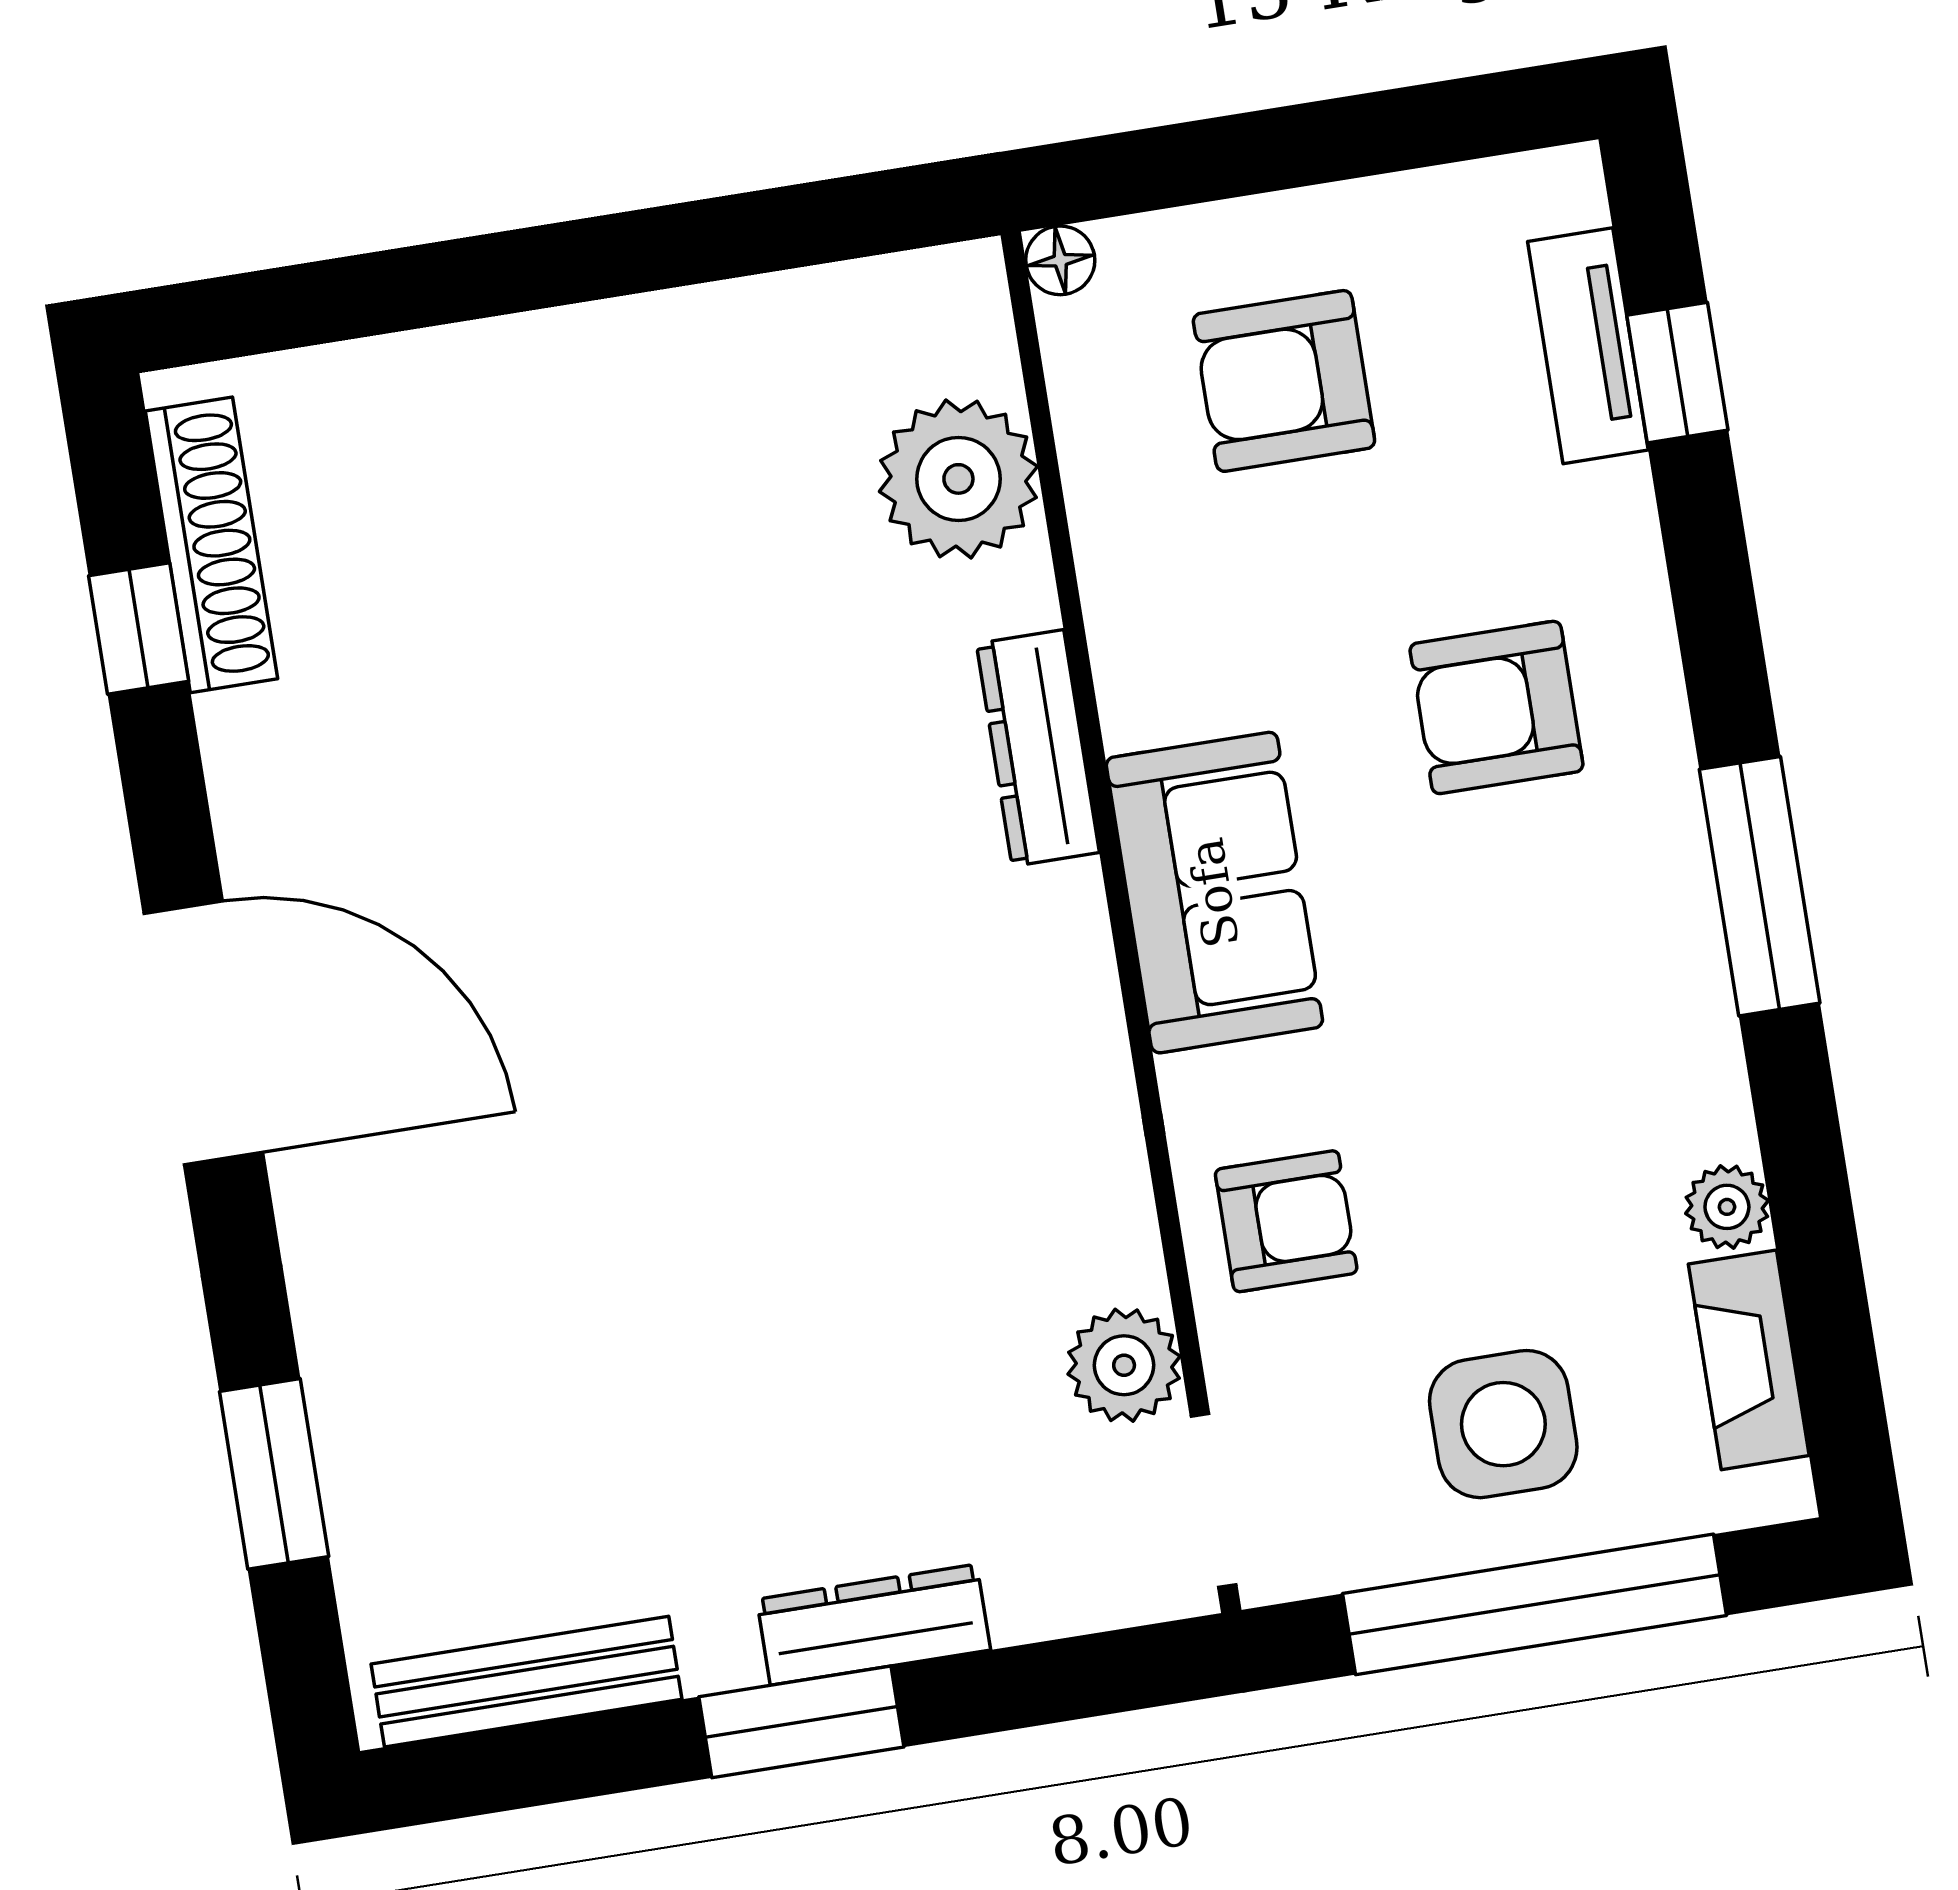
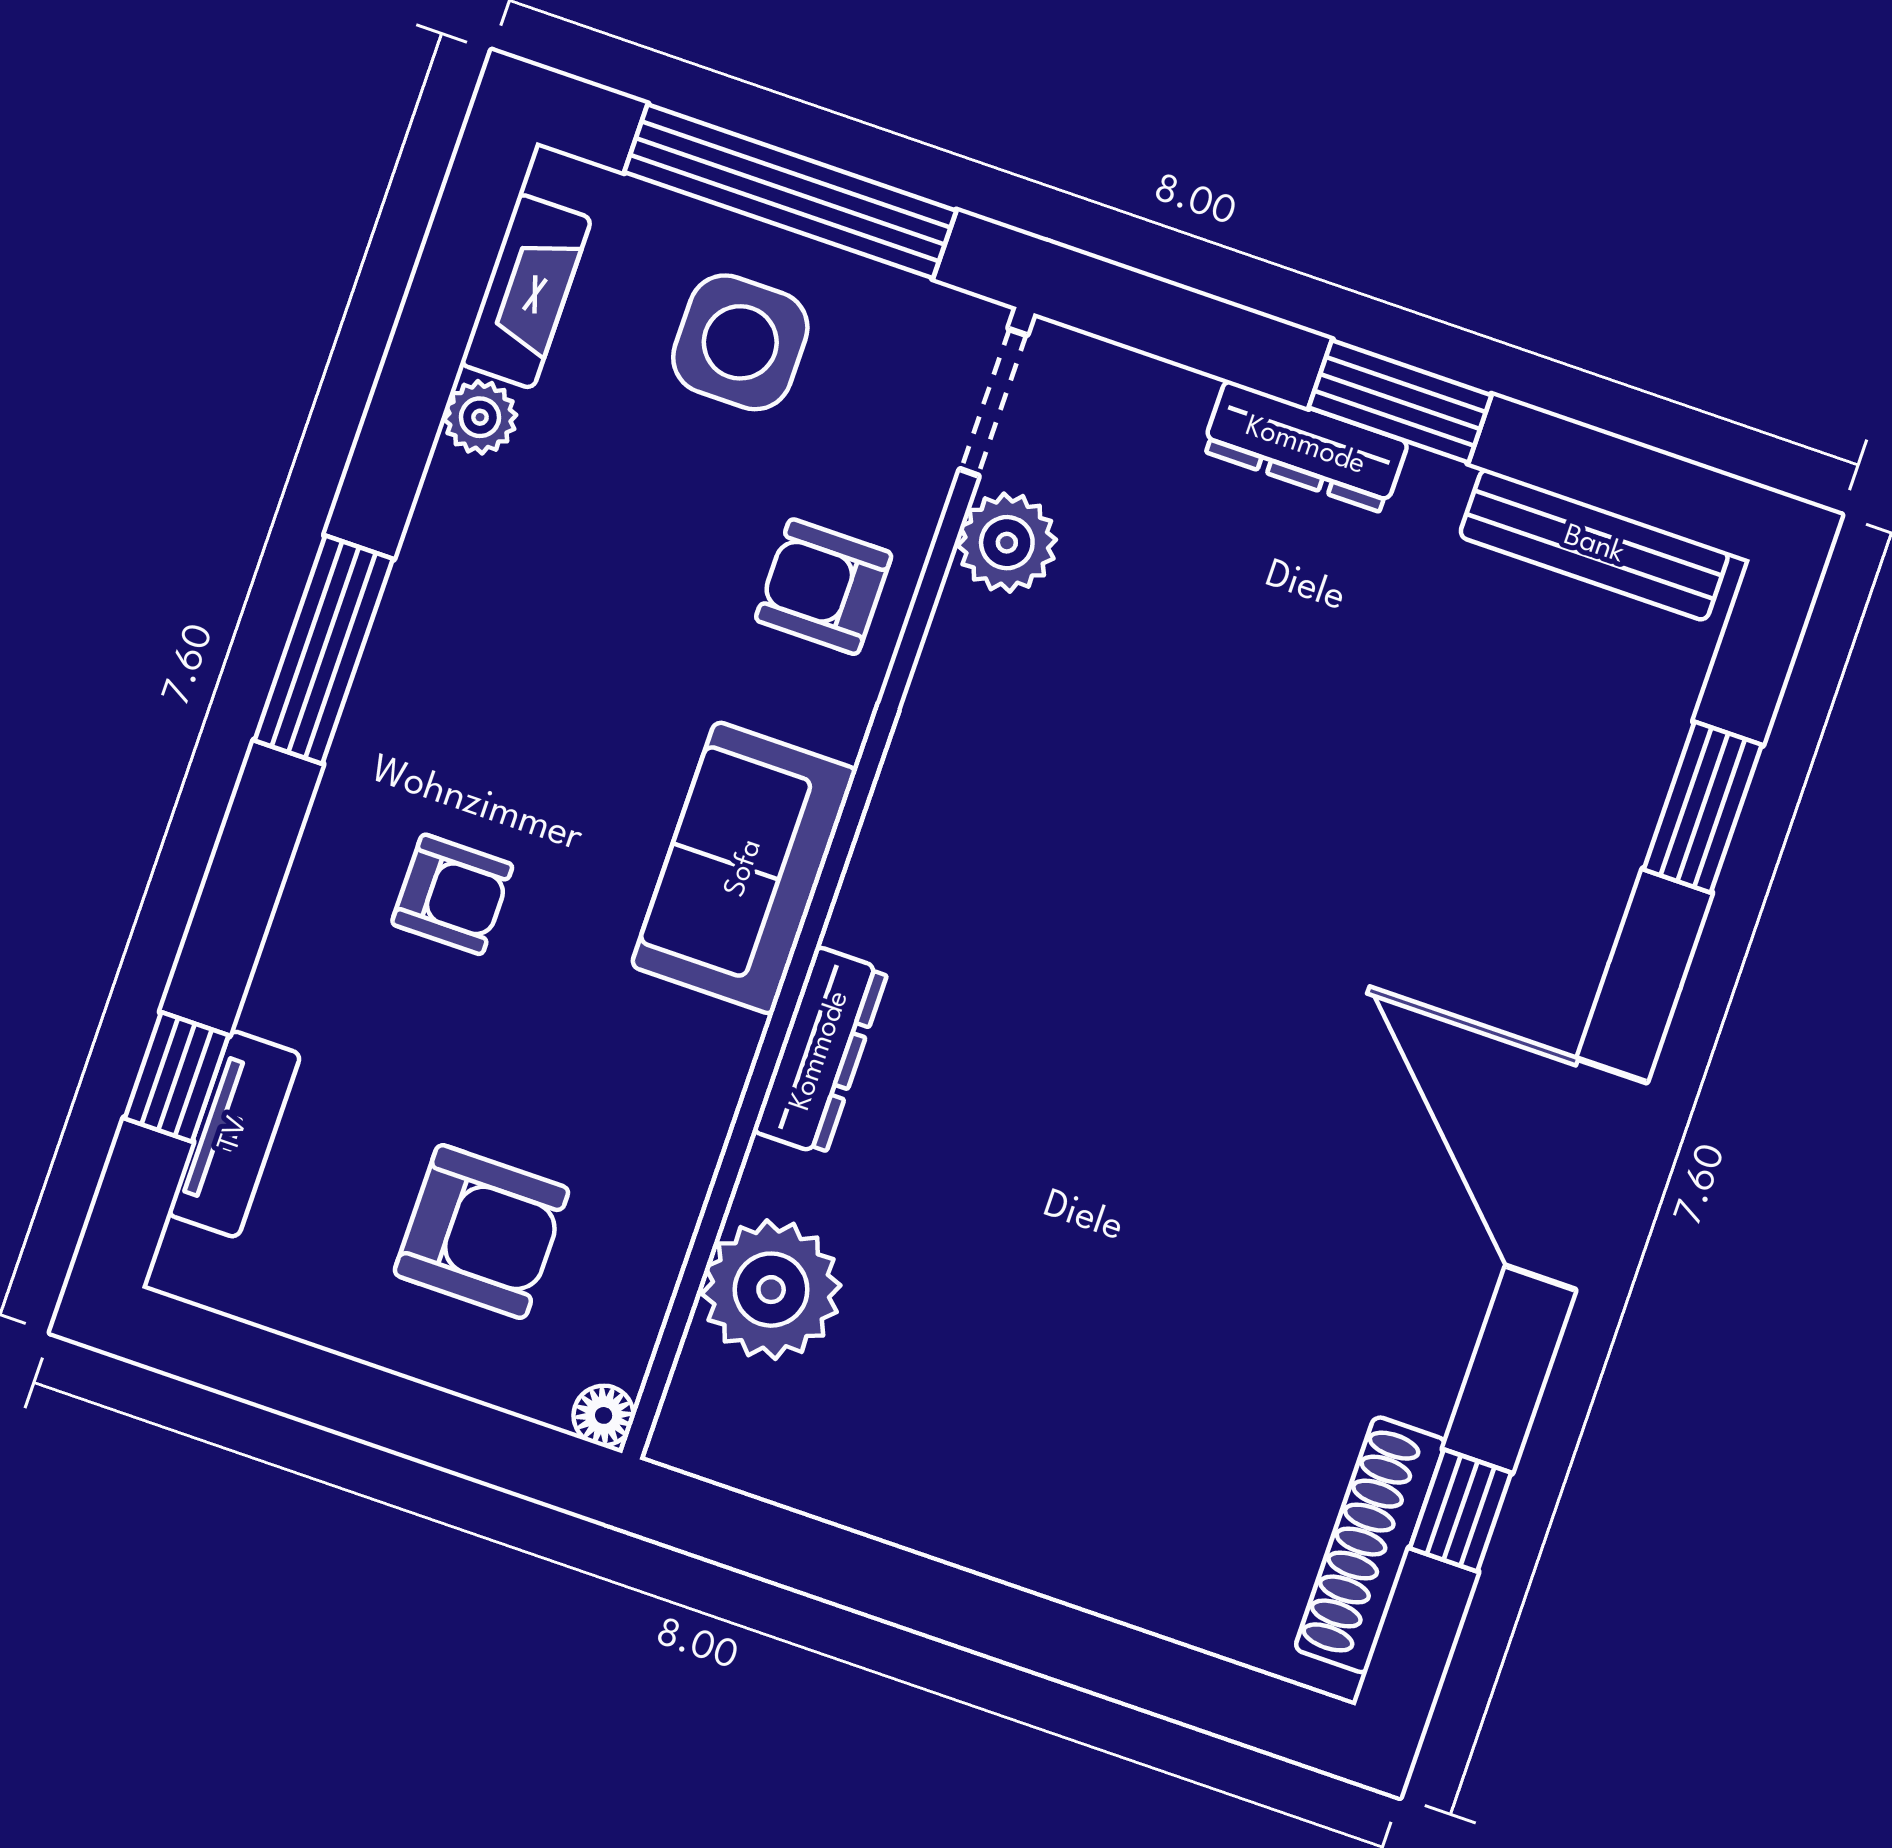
armchair: (1497, 707) -> (452, 894), width x0.72, depth x0.72

